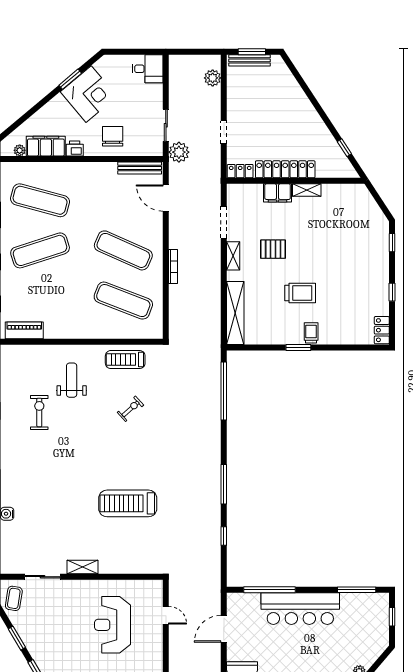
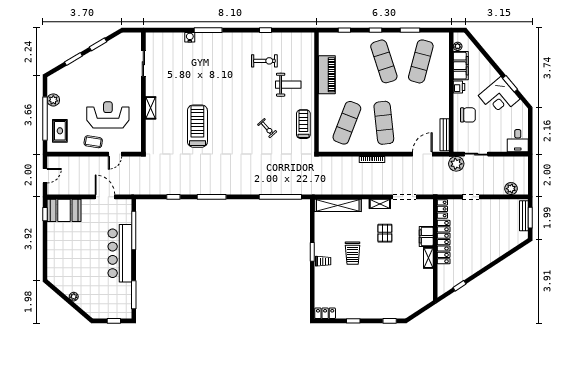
exercise mat: (123, 250) -> (384, 123), turned -30
piano: (24, 330) -> (327, 75), moved, width x1.37, depth x1.33
shelving: (83, 567) -> (151, 108), moved
coffee table: (14, 598) -> (93, 142), moved

